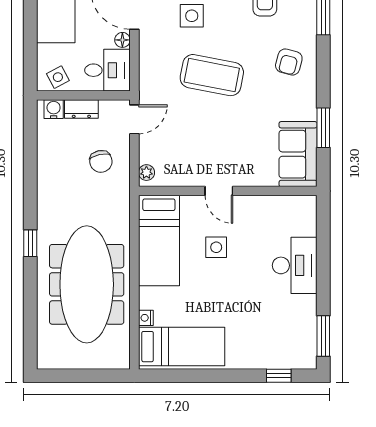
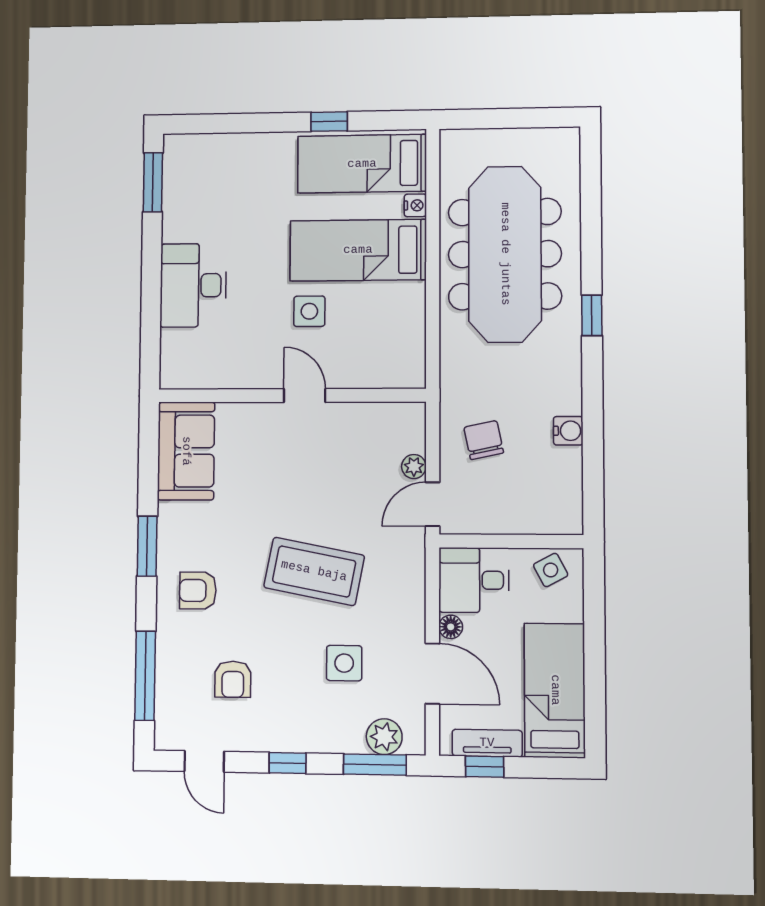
armchair: (289, 62) -> (198, 590), turned -105
water cooler: (54, 109) -> (568, 431), moved, turned -90
dresser: (81, 109) -> (514, 520), removed
window: (323, 128) -> (147, 546), moved
plant: (146, 173) -> (414, 467), moved
bed: (159, 241) -> (358, 250), moved, turned -90
window: (279, 376) -> (329, 122), moved

